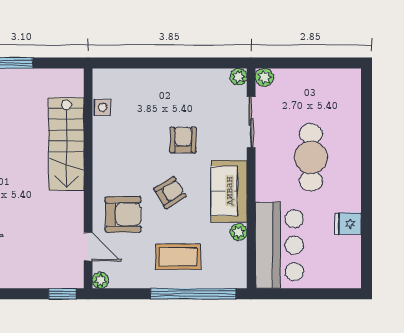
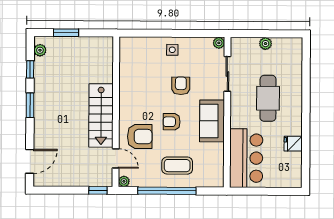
plant: (264, 77) -> (266, 44), moved
side table: (103, 107) -> (172, 50), moved
stairs: (66, 144) -> (101, 115), moved
armchair: (170, 193) -> (172, 122), turned -149
plant: (239, 232) -> (218, 149), removed
window: (193, 294) -> (167, 191), moved

